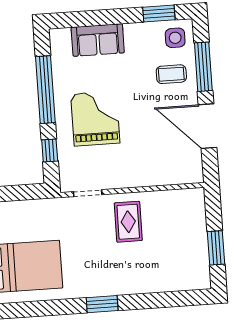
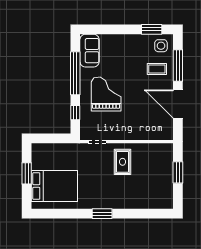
sofa: (98, 40) -> (90, 51), moved, turned -90
window: (216, 248) -> (178, 172), moved

